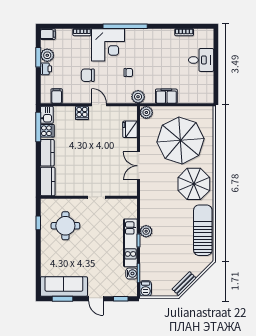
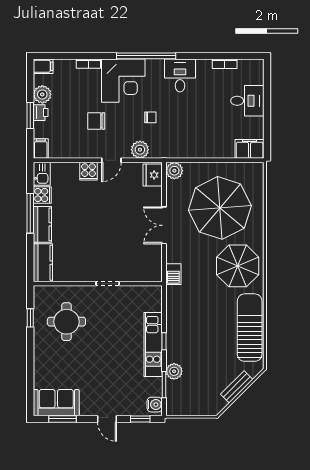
desk: (151, 41) -> (180, 75), added
window: (38, 57) -> (30, 115), moved
filing cabinet: (57, 96) -> (41, 149), moved
filing cabinet: (166, 96) -> (250, 149), moved
plant: (138, 97) -> (140, 150), moved
door: (99, 105) -> (111, 160), swing flipped
window: (38, 127) -> (30, 213), moved
fridge: (130, 129) -> (153, 175), moved
double door: (139, 166) -> (164, 225), moved
plant: (146, 231) -> (174, 371), moved
water cooler: (132, 274) -> (155, 405), moved
bench: (184, 284) -> (237, 387), moved
sofa: (64, 287) -> (56, 403), width x0.73
barbecue: (146, 289) -> (173, 274), moved

